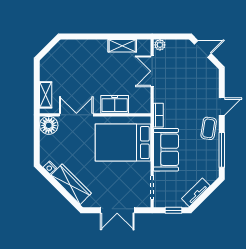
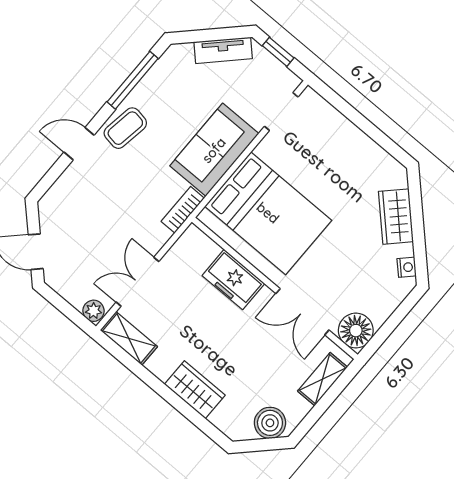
shelving: (122, 46) -> (129, 338), moved
wardrobe: (93, 48) -> (195, 390), added
boiler: (52, 60) -> (270, 423), added
double door: (152, 71) -> (137, 282), swing flipped
wardrobe: (71, 184) -> (396, 217), width x0.67
double door: (117, 210) -> (361, 121), removed

